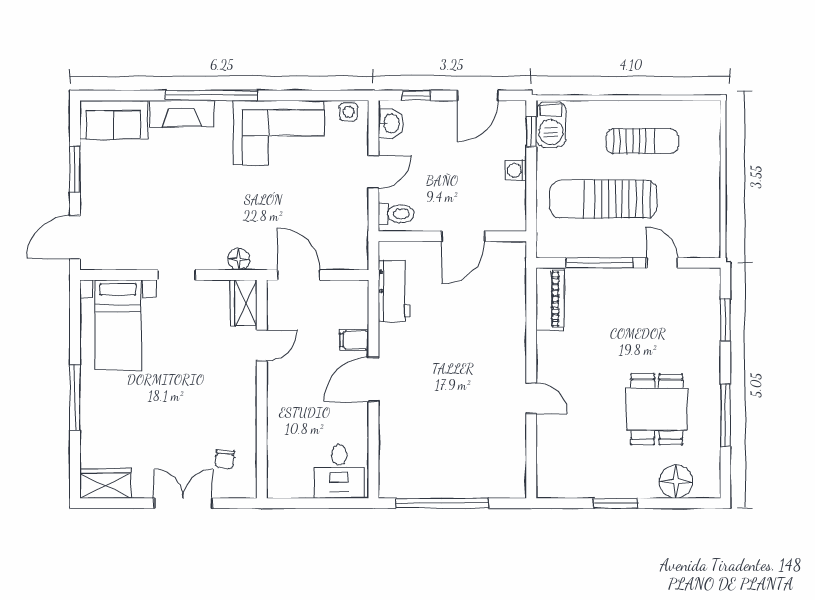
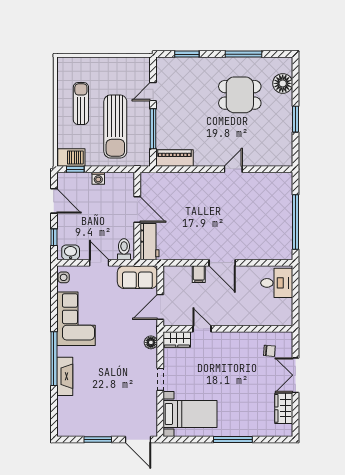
sofa: (114, 120) -> (137, 277), moved, turned 90
workbench: (394, 291) -> (150, 242), moved, turned 90
wardrobe: (105, 483) -> (284, 408), moved

